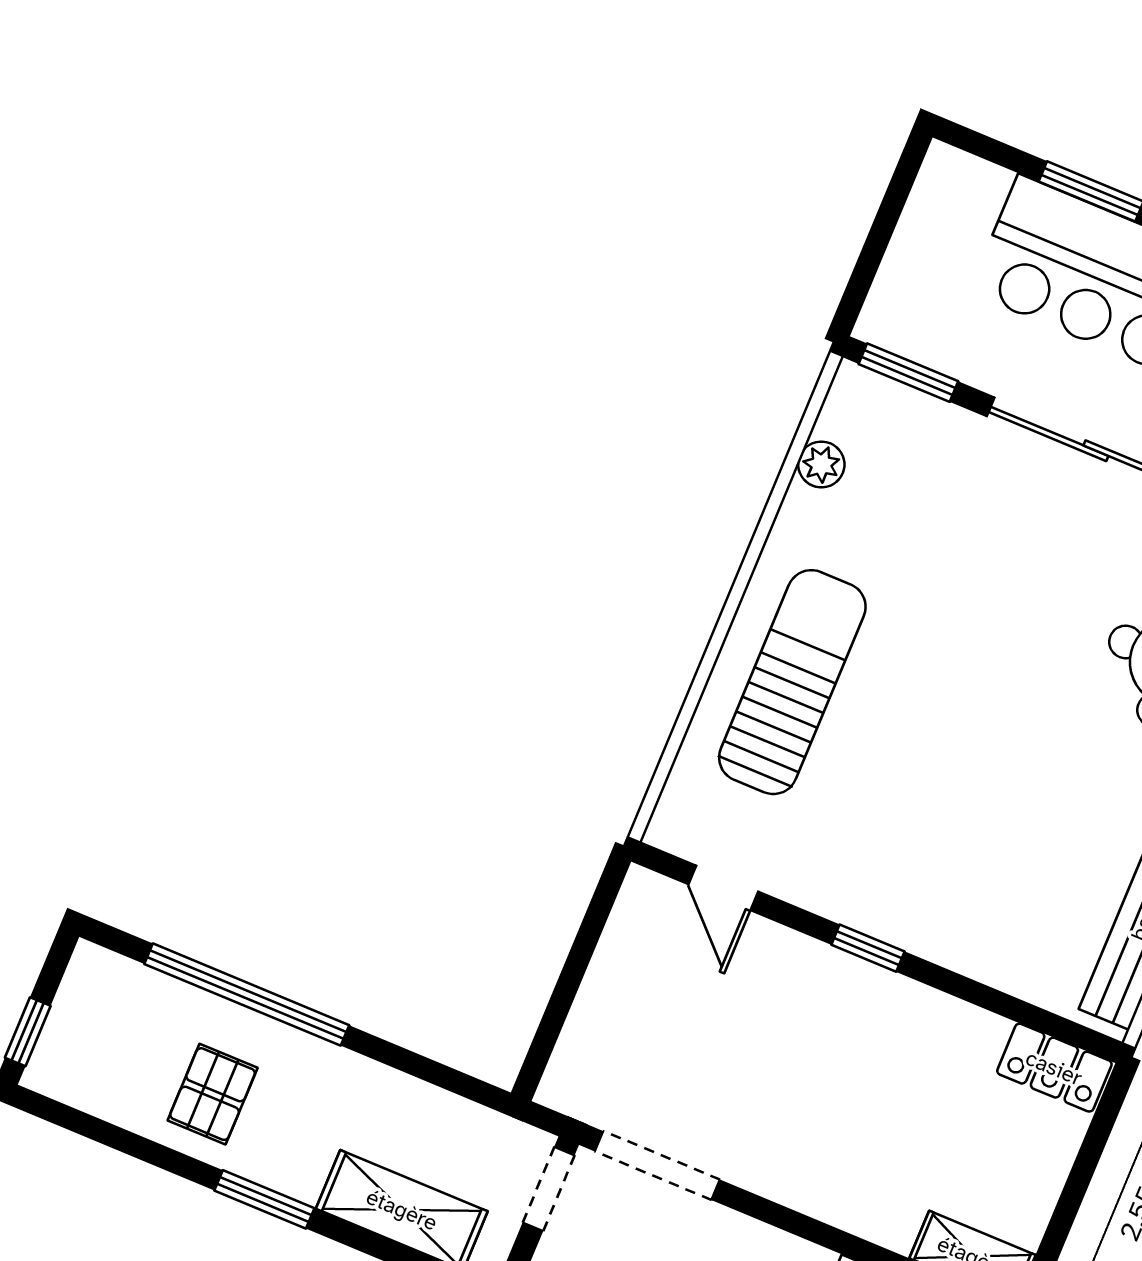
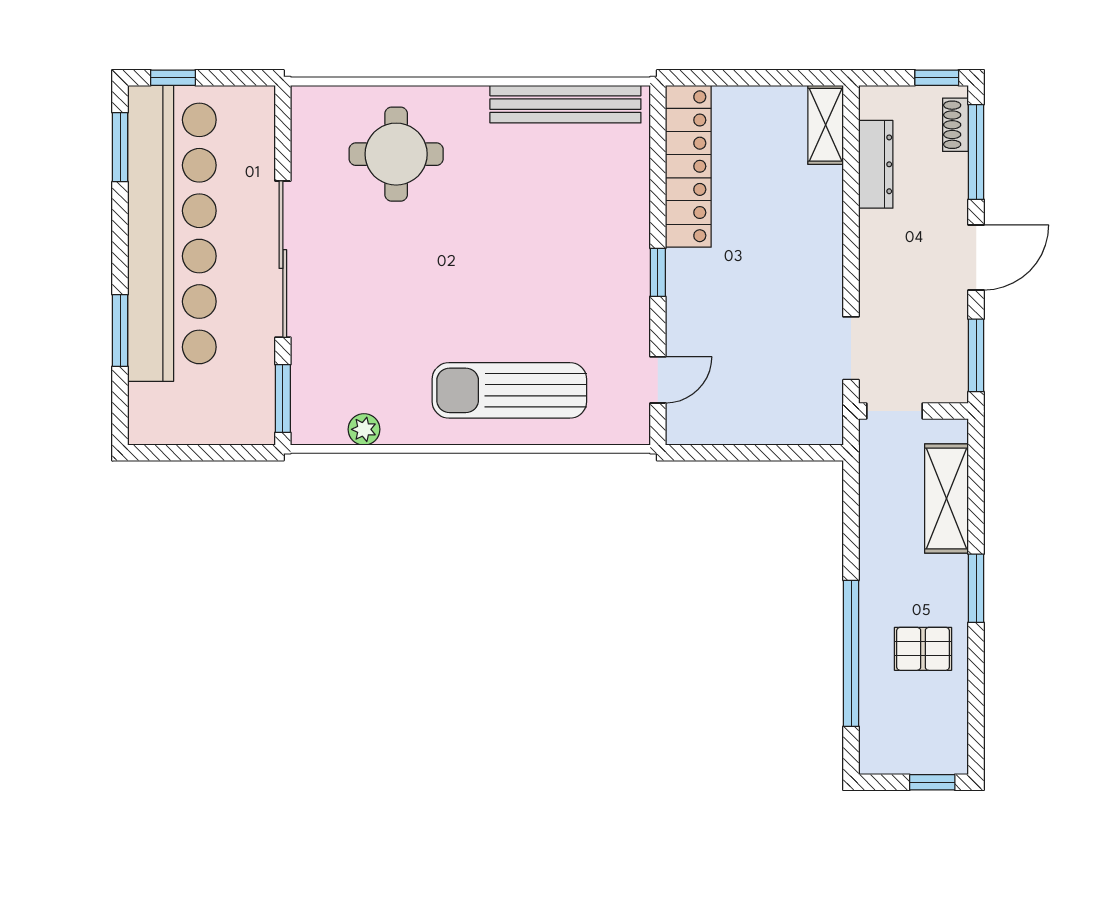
locker: (1054, 1068) -> (688, 166), width x2.16, depth x1.21
doorway: (657, 1166) -> (851, 348), width x0.73

